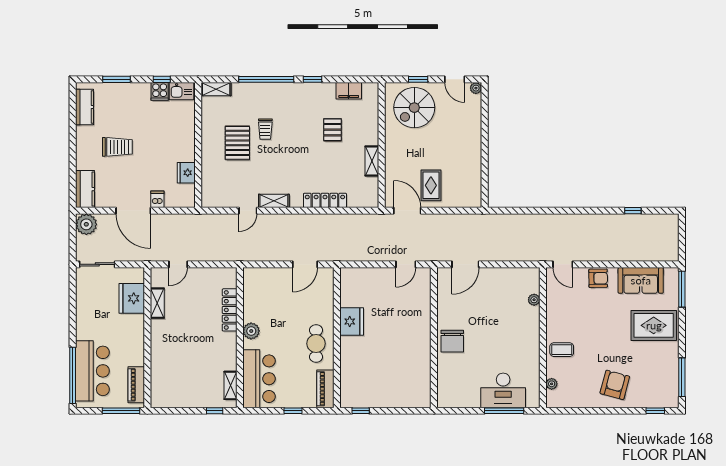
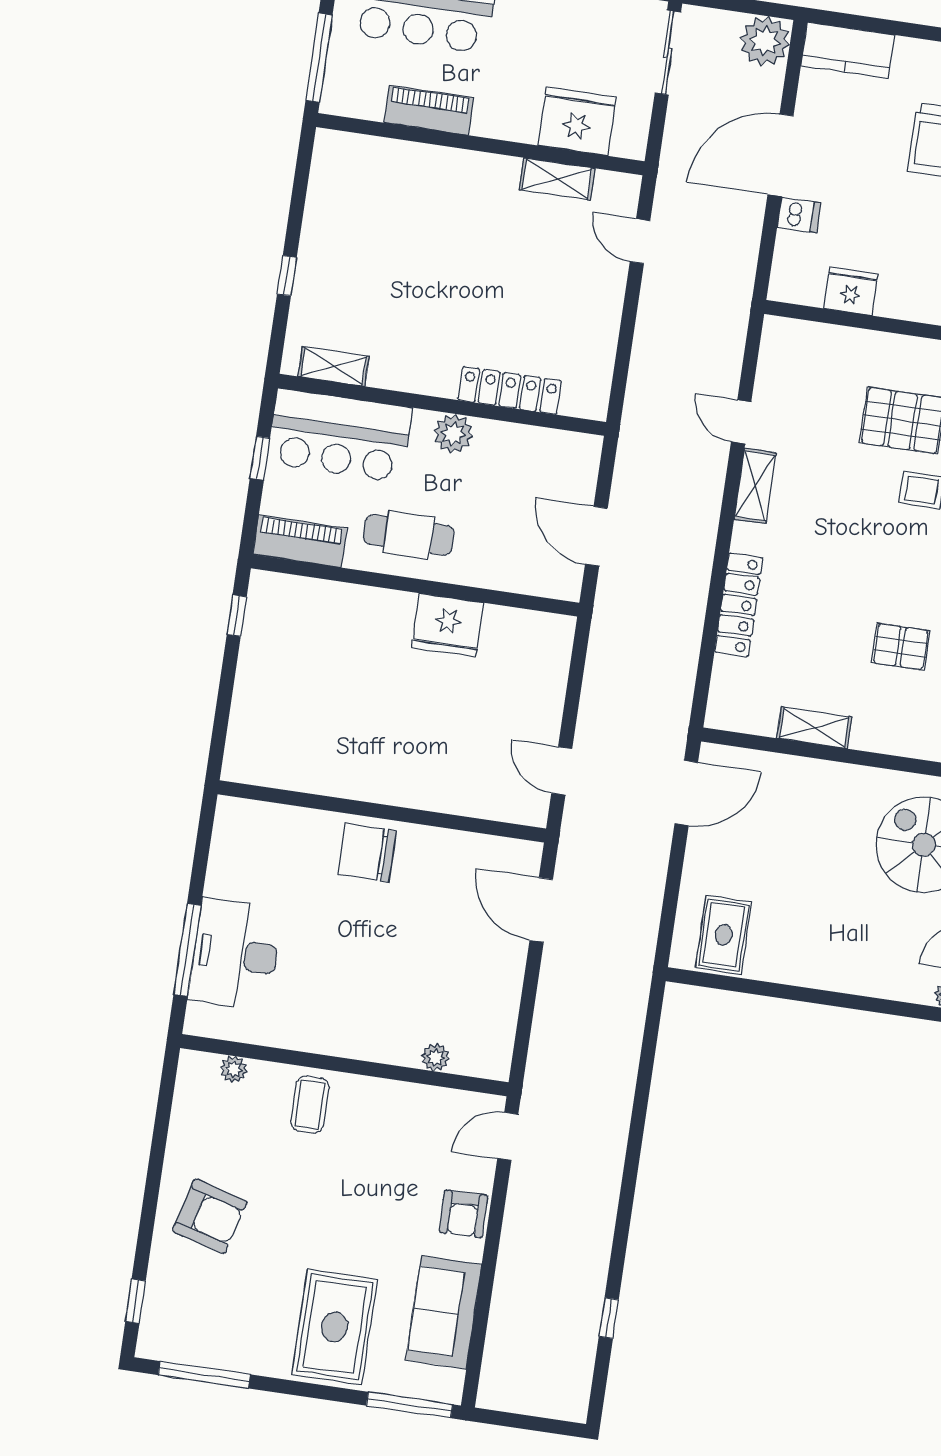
rug: (431, 185) -> (724, 935), moved, turned 90
locker: (230, 310) -> (510, 390), moved
plant: (251, 331) -> (453, 434), moved
wall: (240, 338) -> (442, 405), moved
bar counter: (259, 379) -> (340, 435), moved
piano: (136, 385) -> (429, 110), moved
shelving: (230, 385) -> (334, 366), moved

